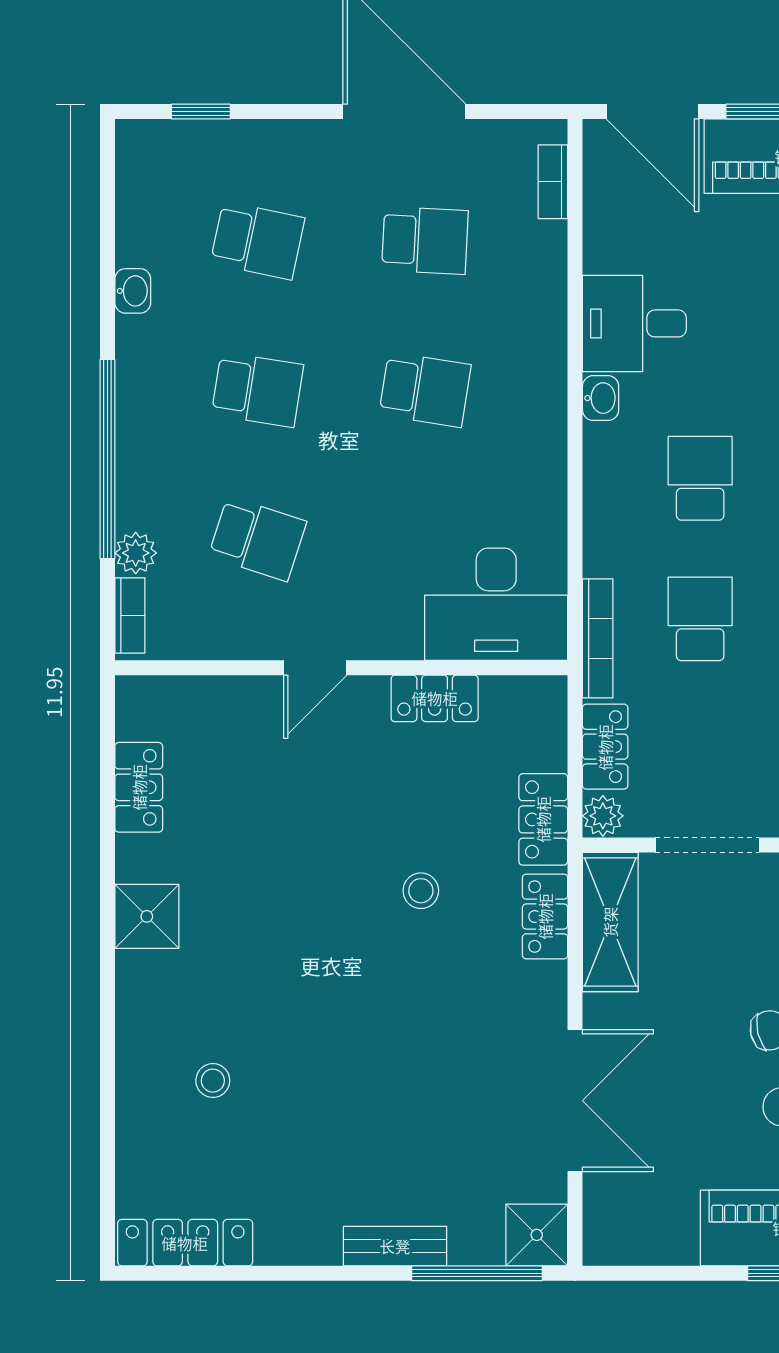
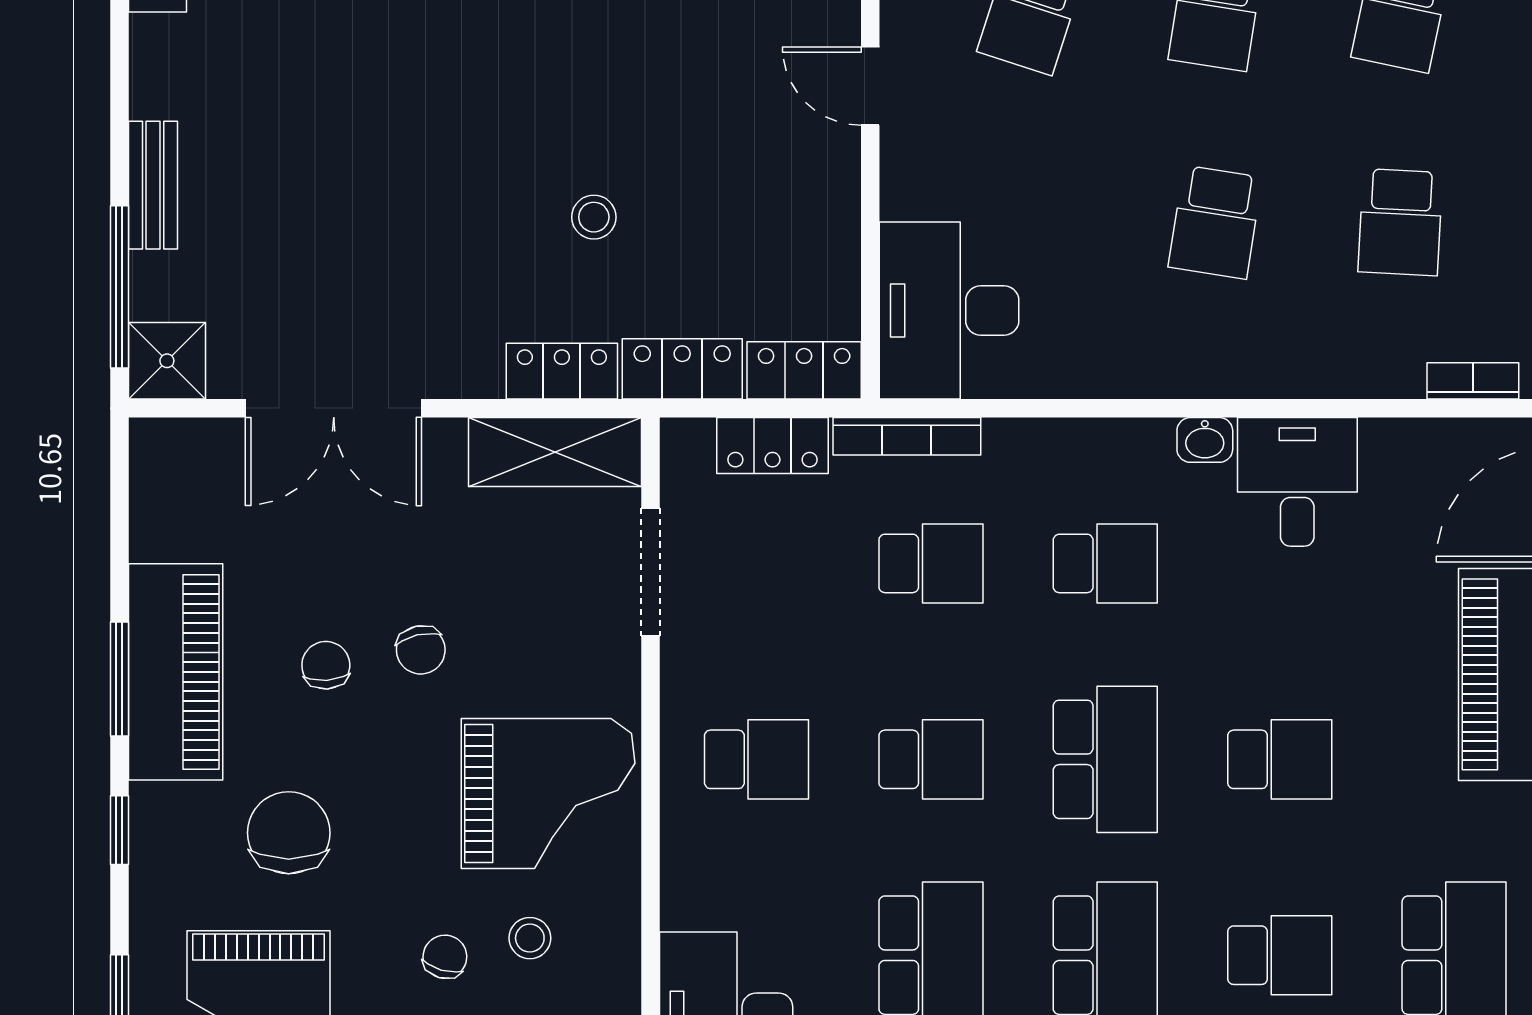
locker: (435, 698) -> (804, 370), moved, turned 90
plant: (603, 816) -> (687, 443), removed

